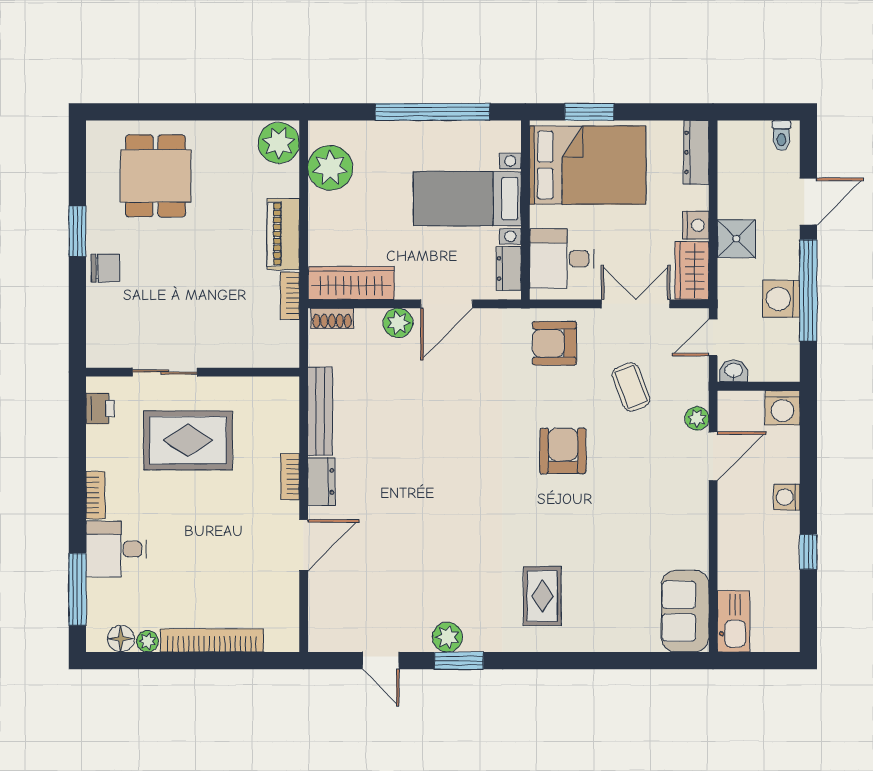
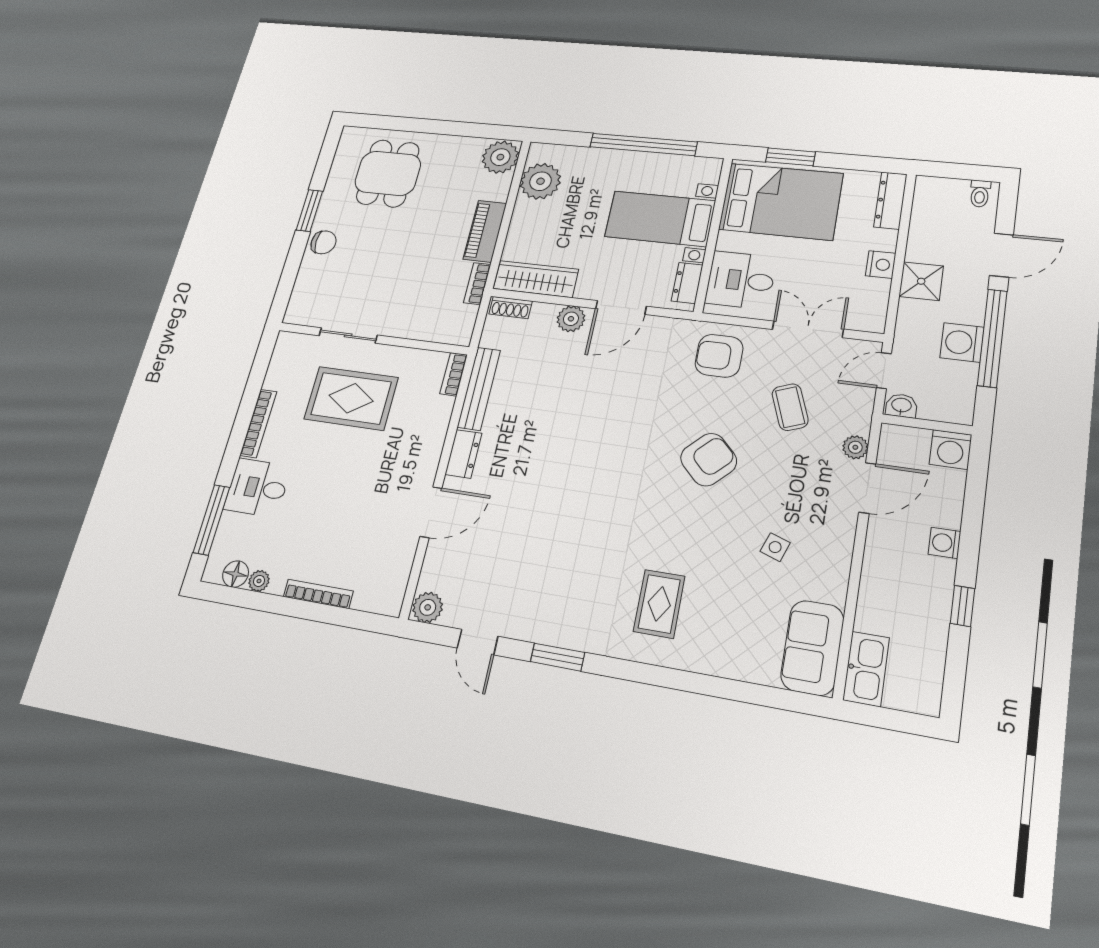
wardrobe: (692, 271) -> (871, 305), removed
printer: (100, 408) -> (283, 359), removed
armchair: (563, 451) -> (709, 460), turned 45
bookcase: (290, 477) -> (454, 374), moved
bookcase: (95, 495) -> (258, 423), width x1.56
side table: (638, 526) -> (775, 547), added
plant: (447, 637) -> (428, 607), moved
bookcase: (212, 640) -> (318, 594), width x0.68, depth x0.76

